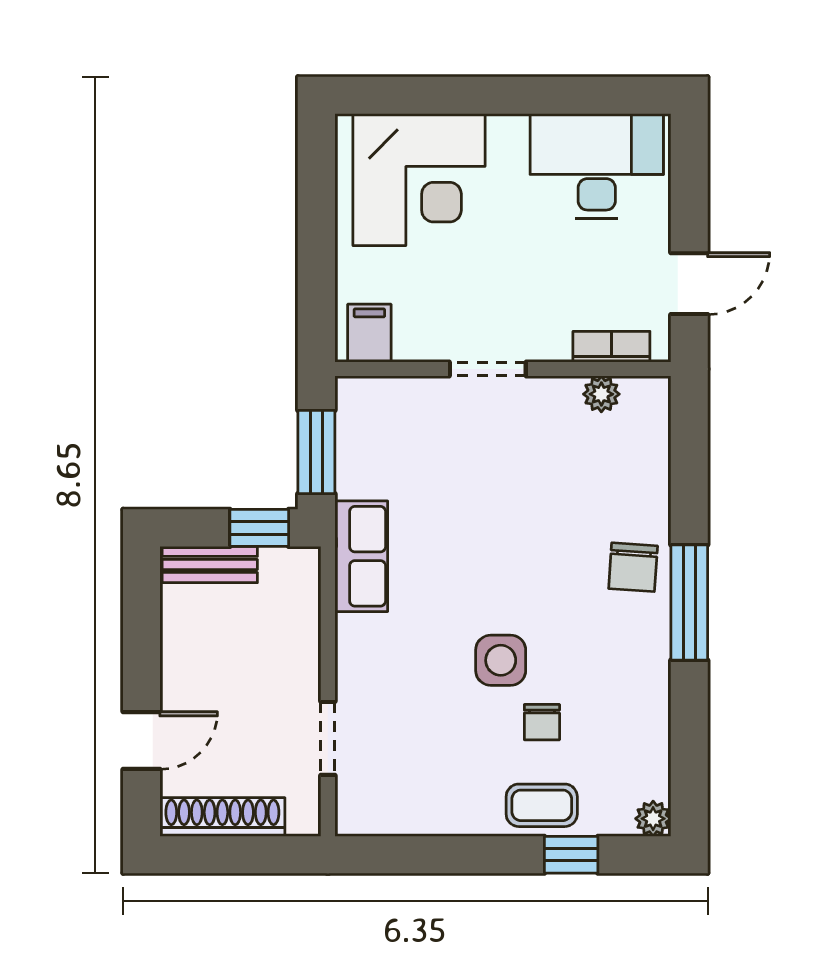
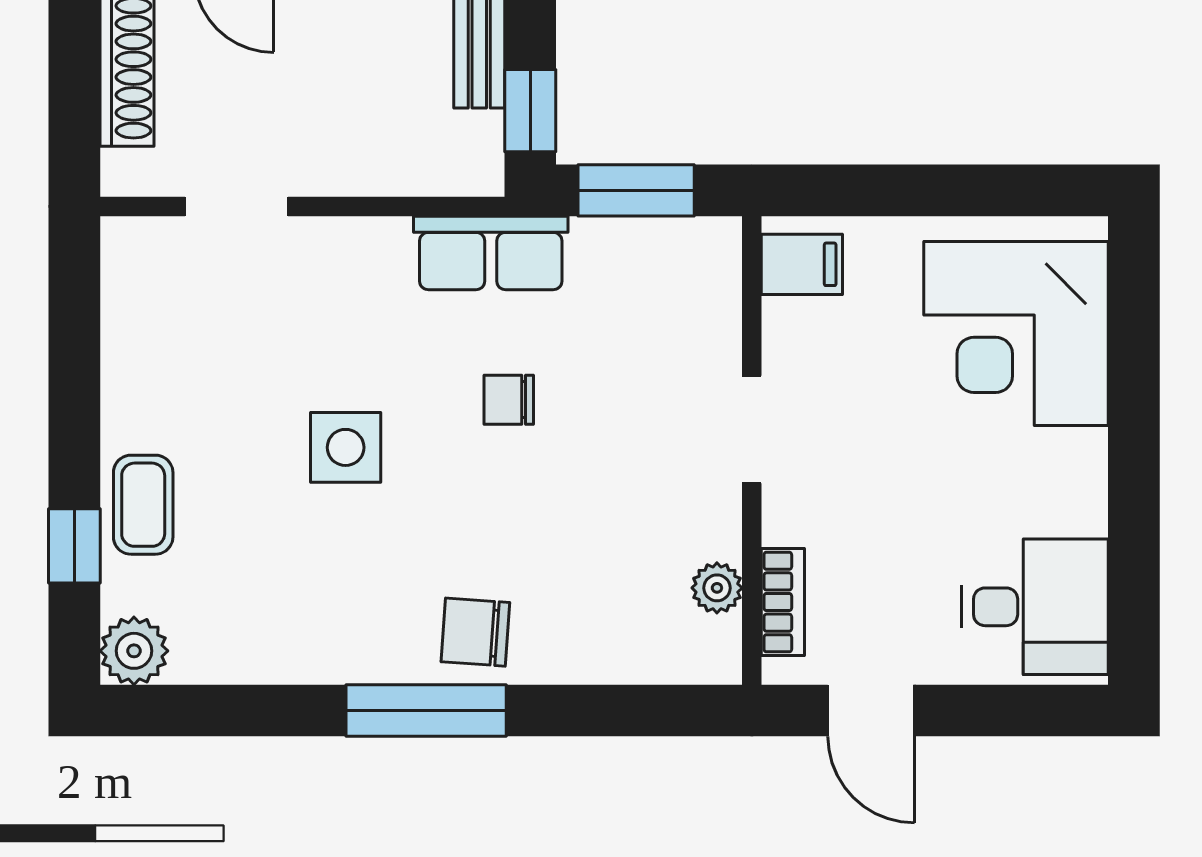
desk: (597, 166) -> (1035, 607), width x0.73
chair: (542, 722) -> (509, 400), moved
plant: (653, 819) -> (134, 651), width x1.38, depth x1.38

